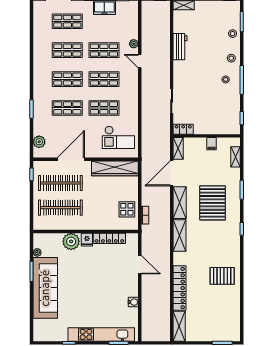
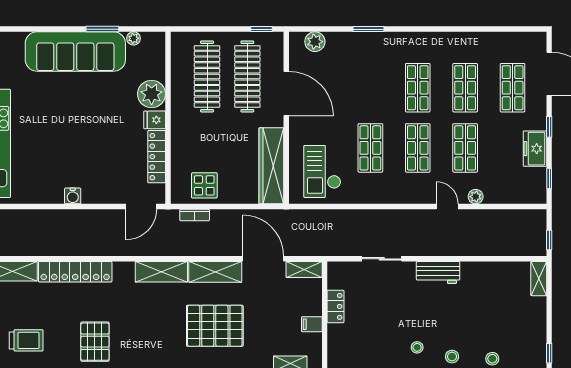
workbench: (180, 47) -> (438, 273), moved
door: (140, 61) -> (447, 207), hinge flipped
shop shelf: (67, 108) -> (370, 88), removed
locker: (183, 129) -> (336, 306), moved
door: (140, 265) -> (141, 207), moved
water cooler: (133, 302) -> (73, 196), moved
trolley: (221, 318) -> (26, 340), added

